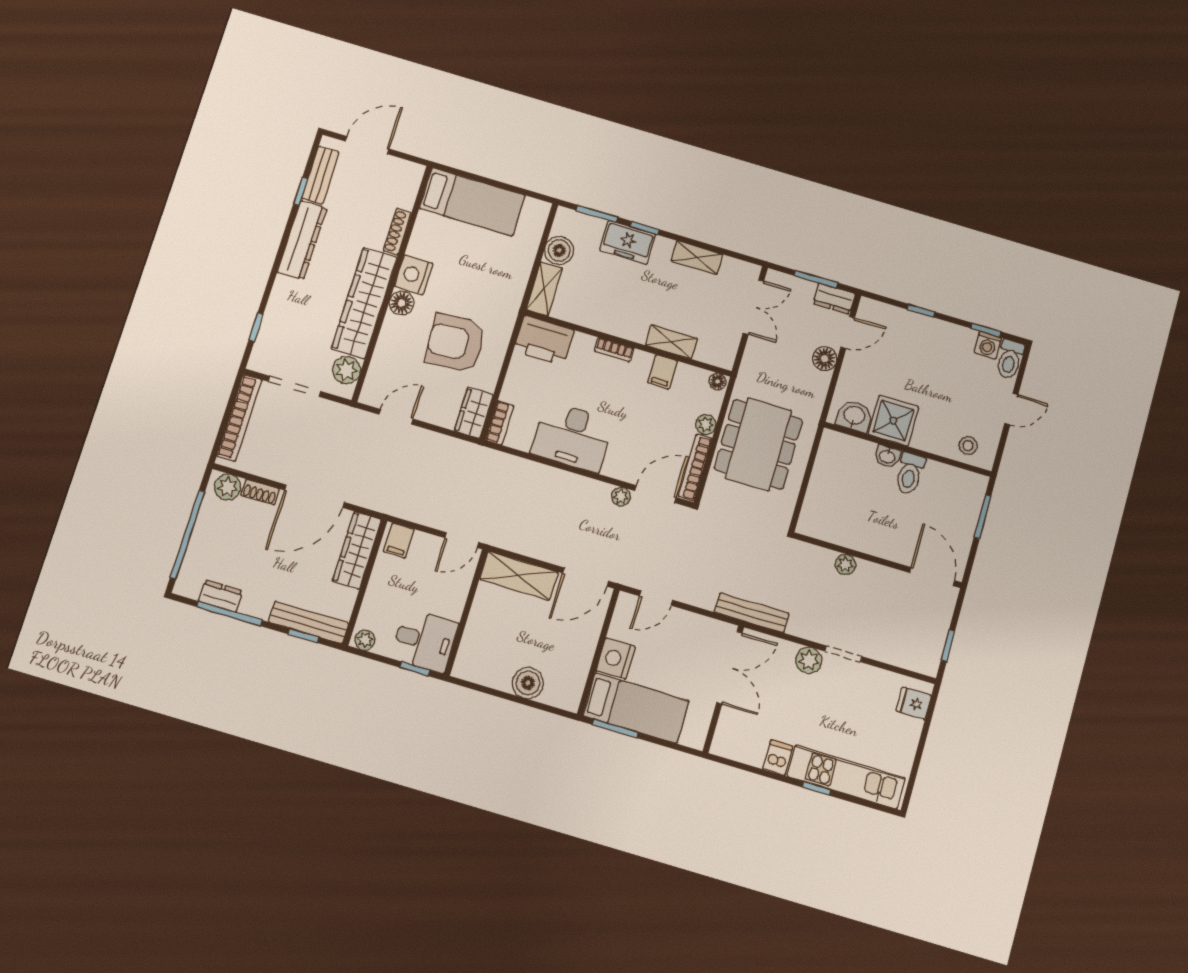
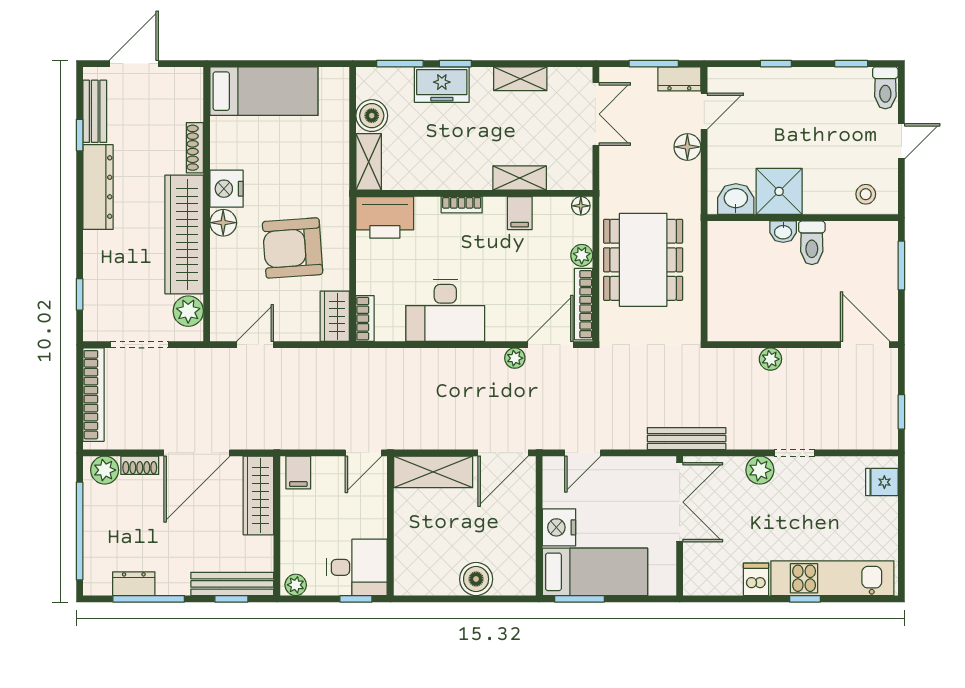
washing machine: (988, 345) -> (858, 79), removed

